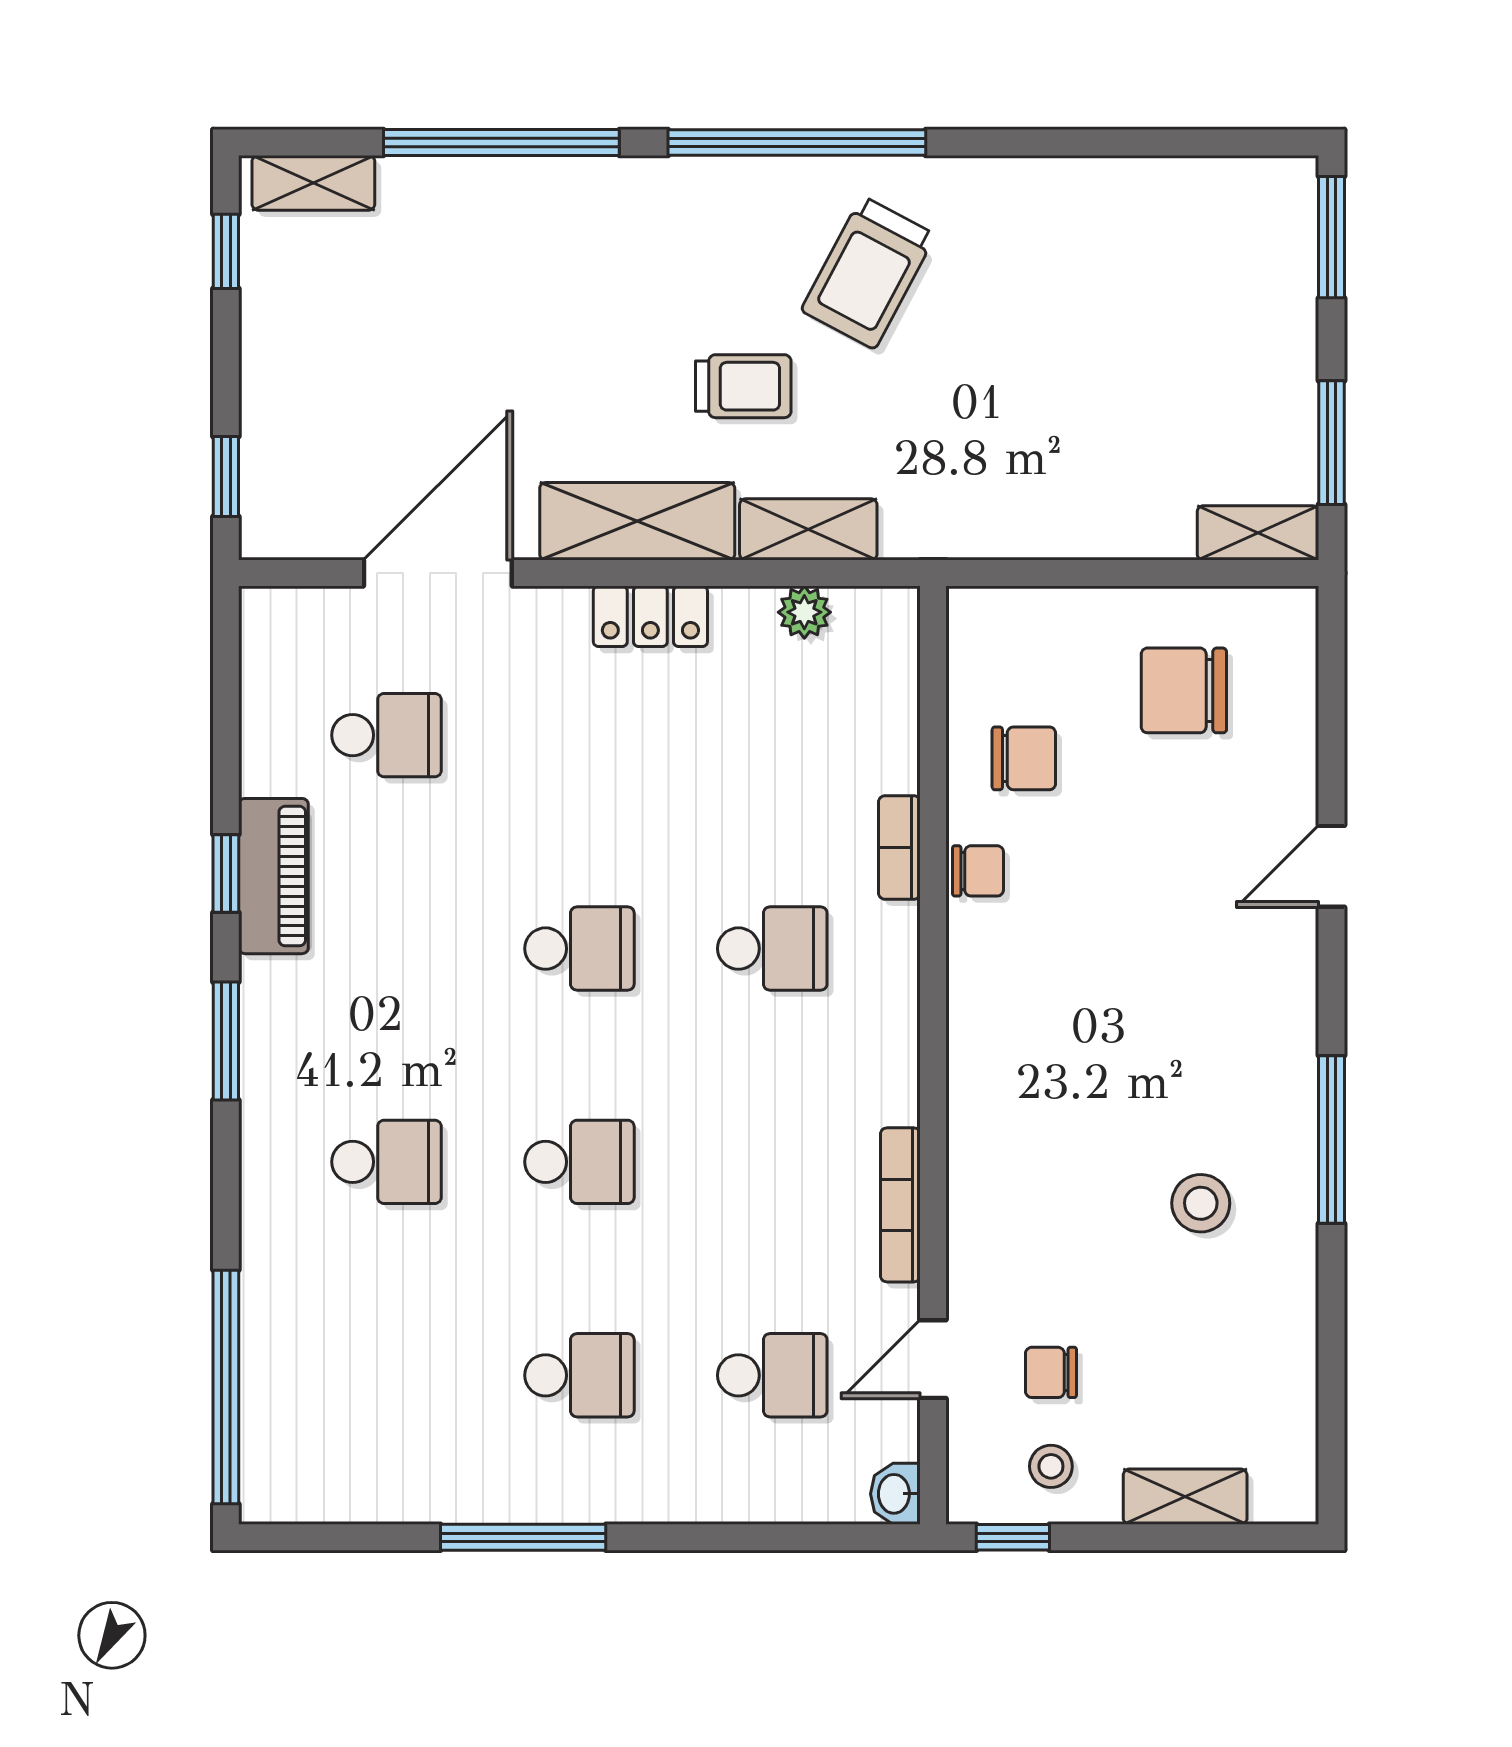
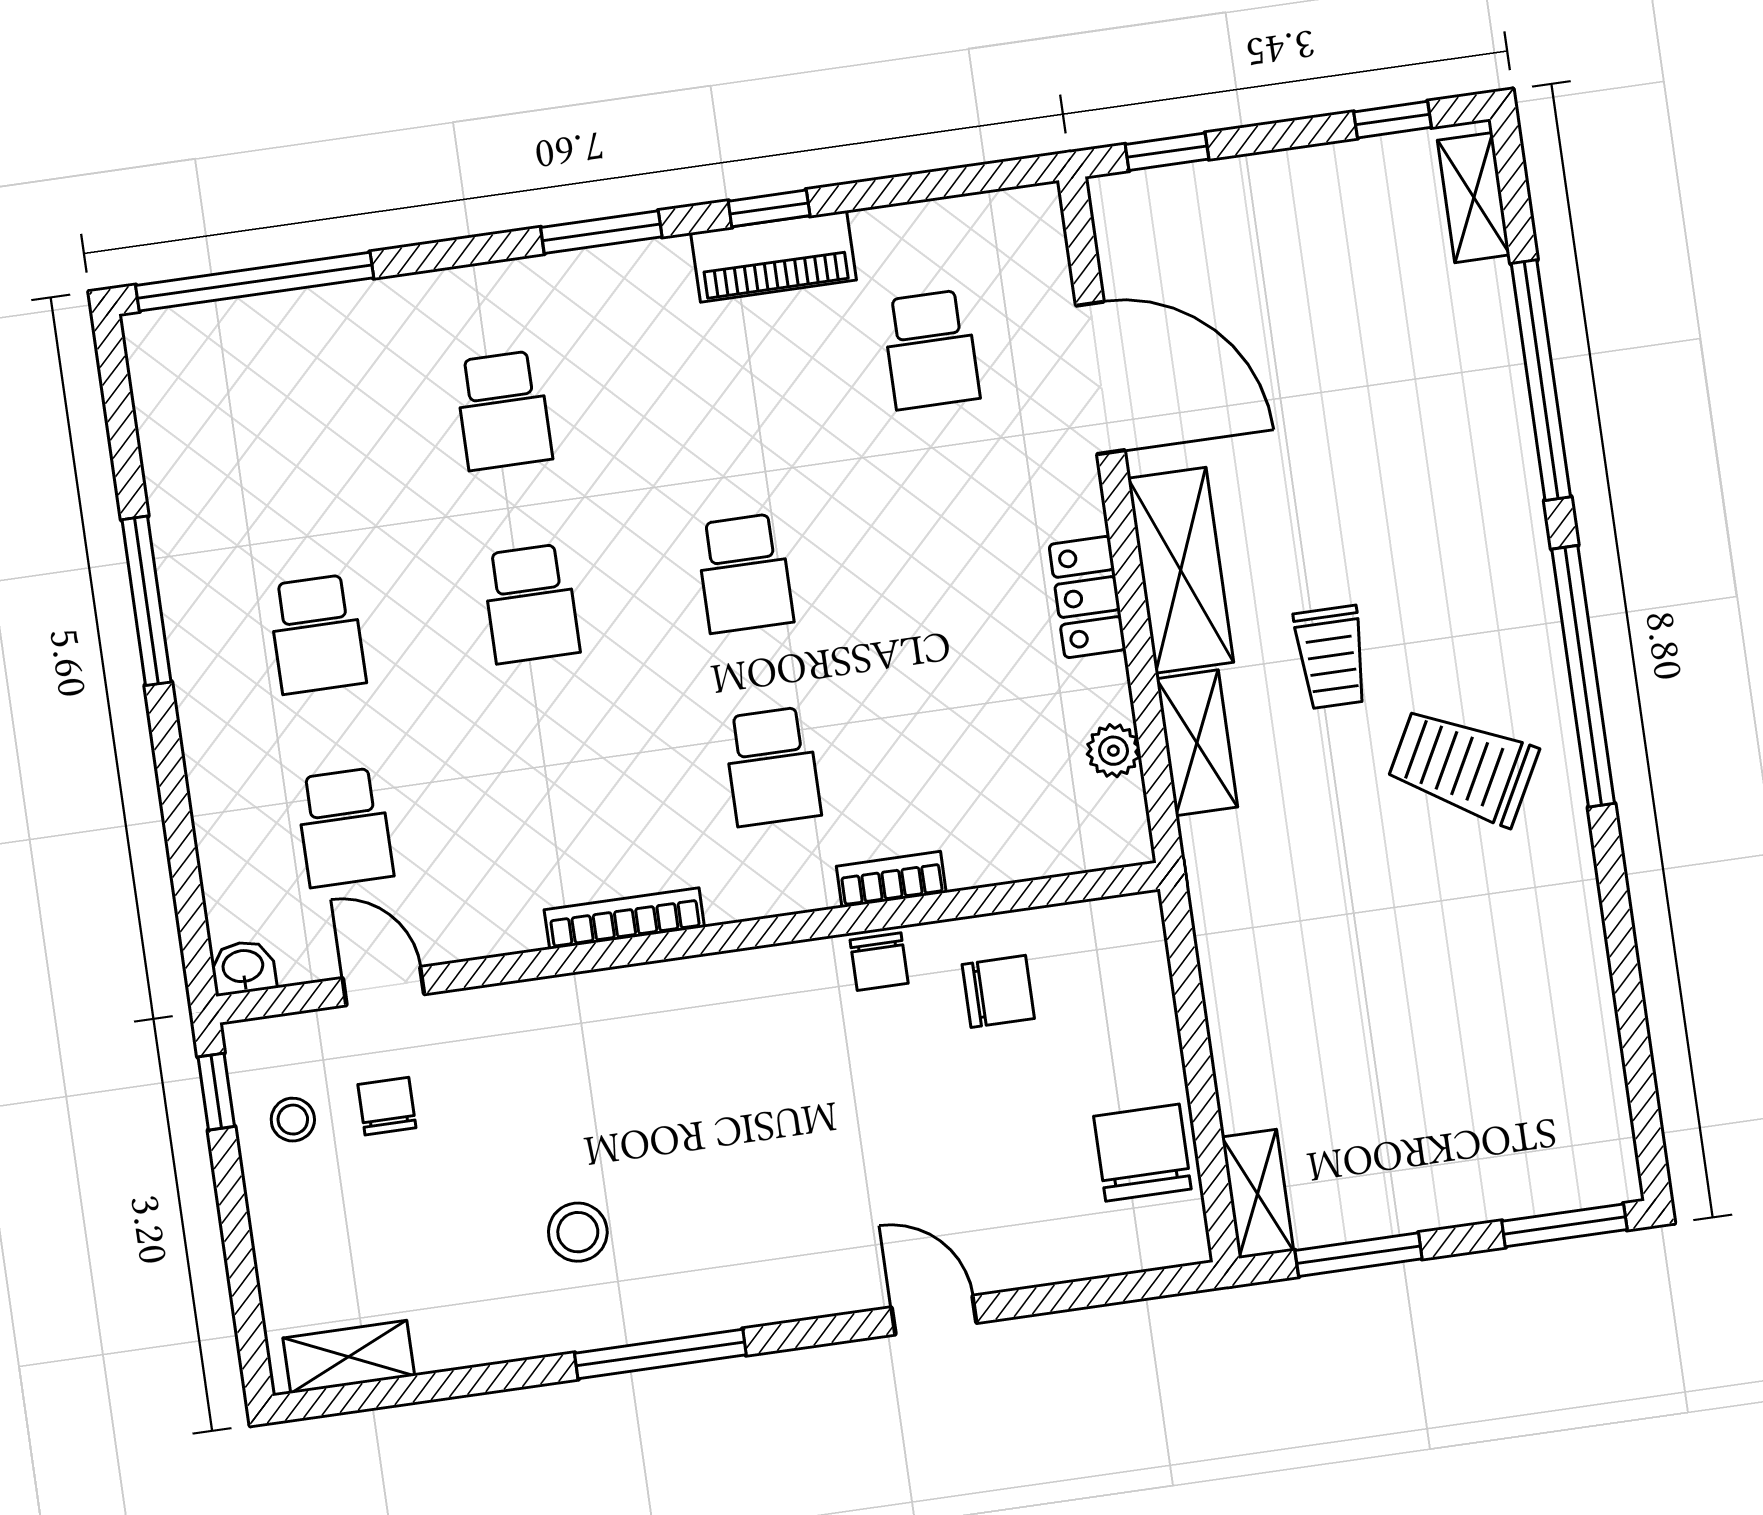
chair: (1184, 690) -> (1142, 1153), moved
chair: (1024, 758) -> (998, 991), turned -90
bookcase: (900, 1205) -> (624, 918), moved
shelving: (1185, 1497) -> (349, 1357), moved, turned 90

